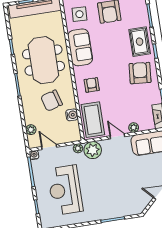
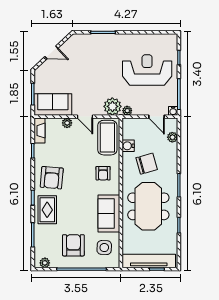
reception desk: (65, 190) -> (147, 70), turned -90

